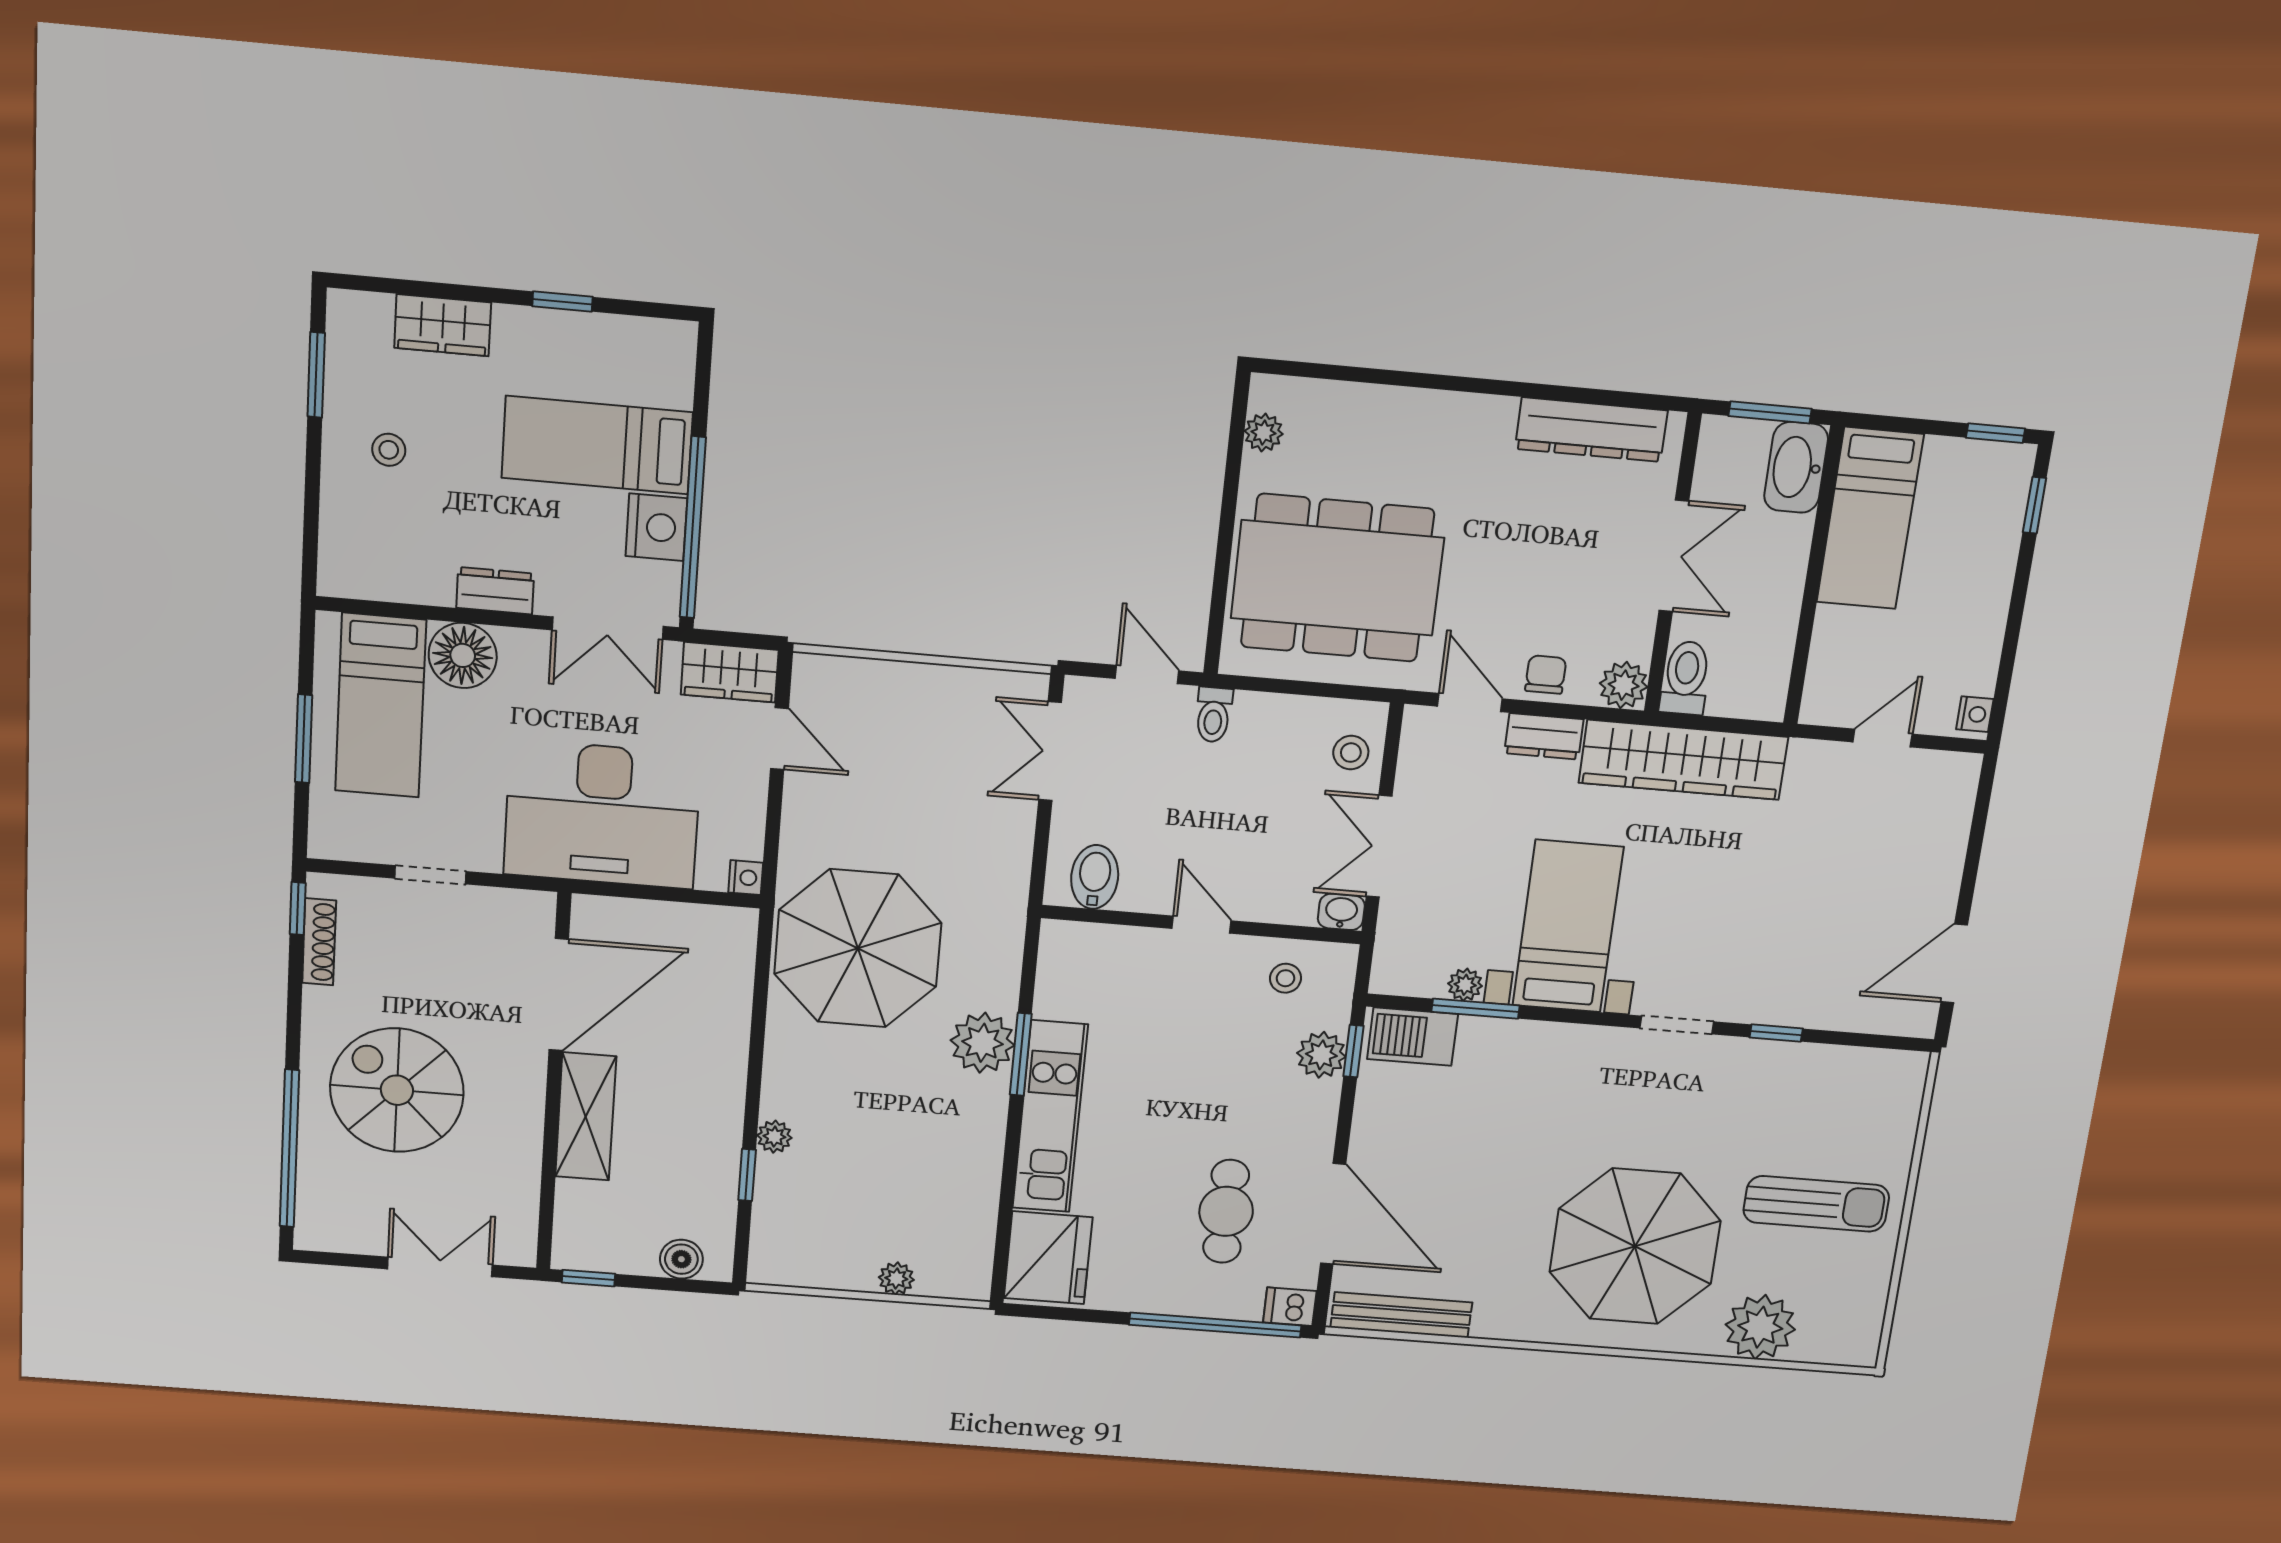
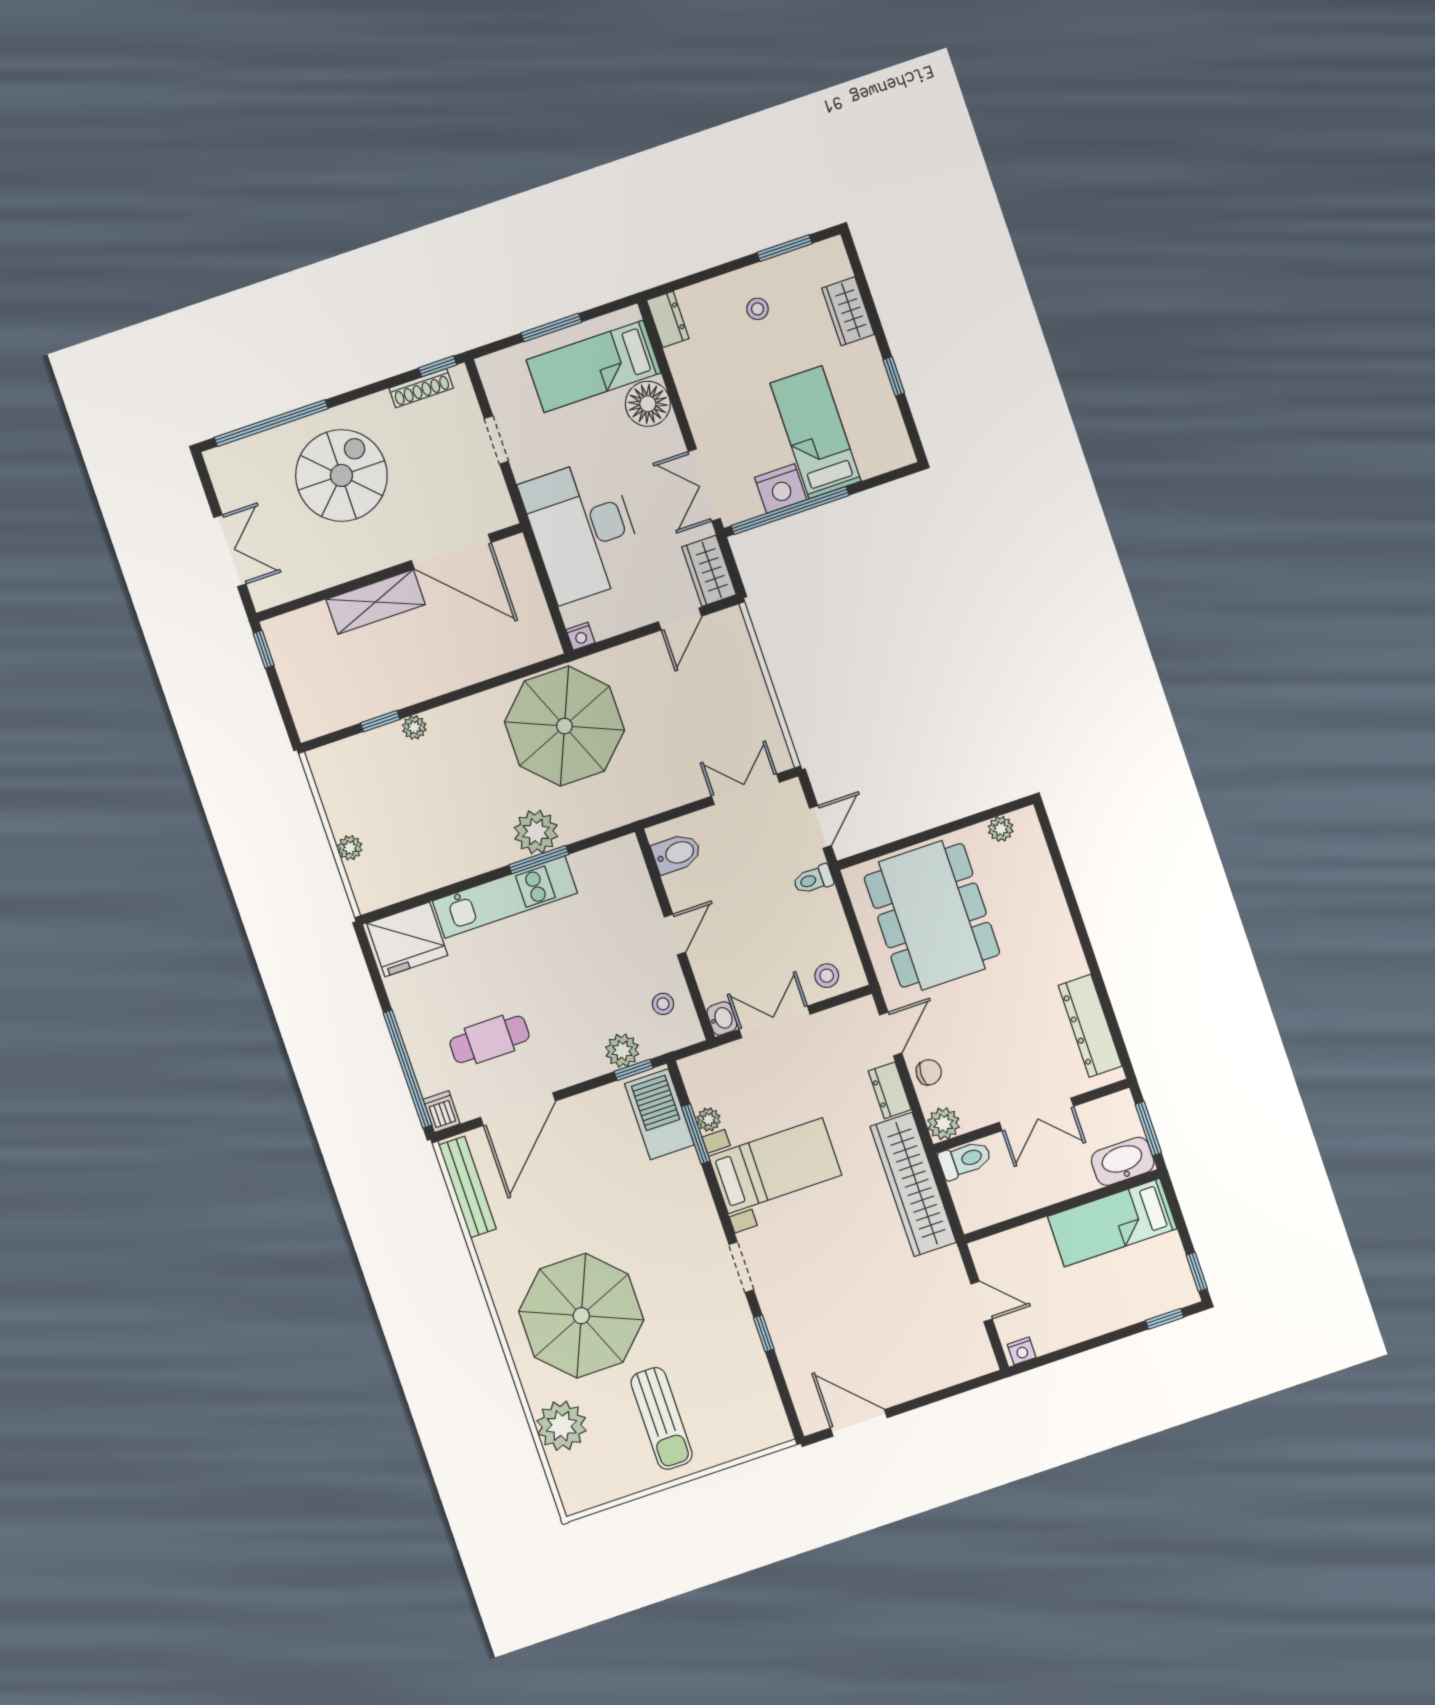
dresser: (495, 591) -> (668, 319), moved
barbecue: (1413, 1037) -> (659, 1114), width x1.37, depth x1.21
boiler: (681, 1259) -> (303, 704), removed

